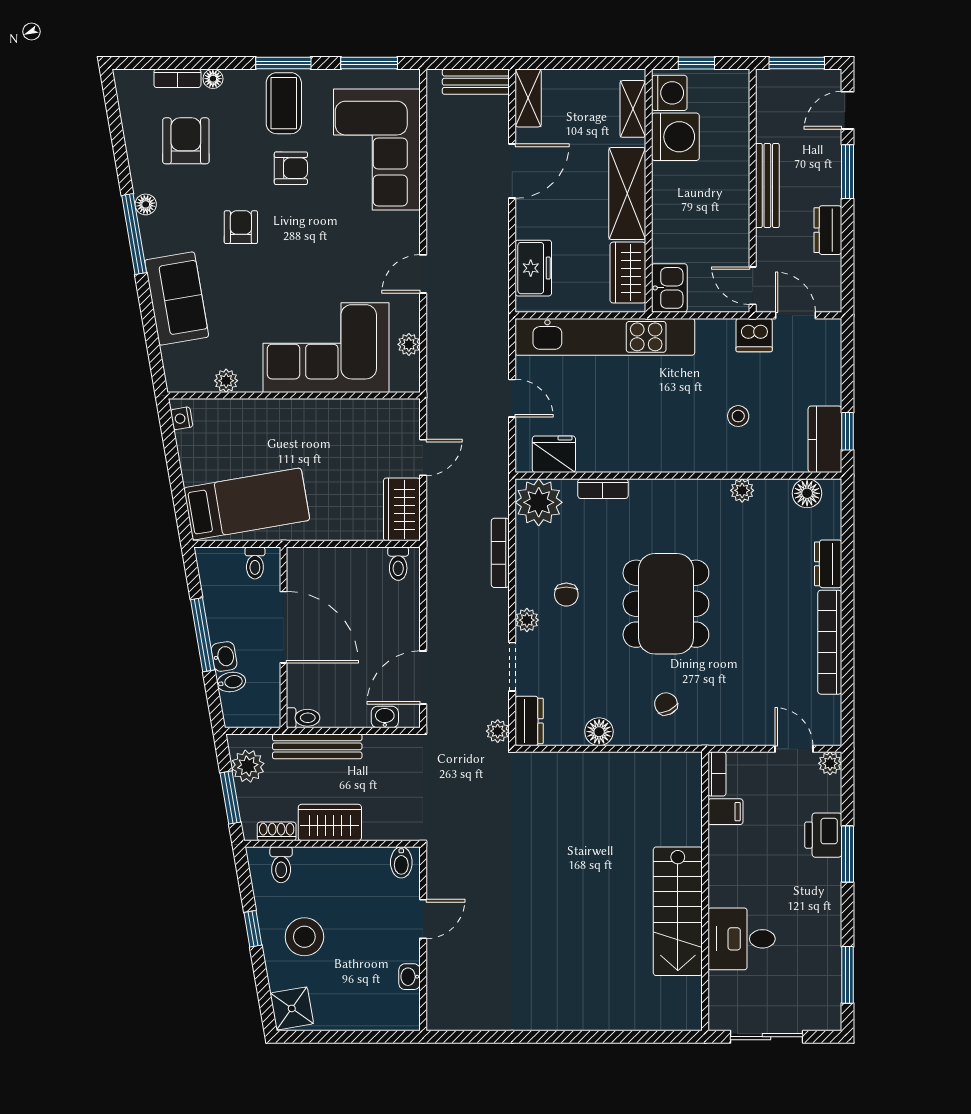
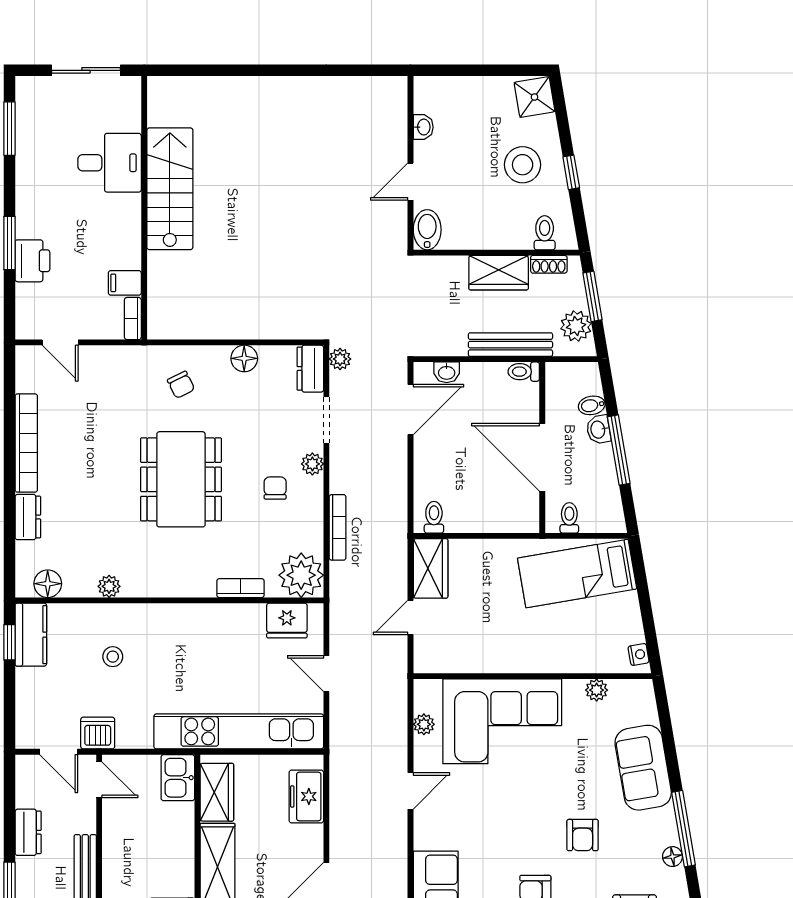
plant: (830, 763) -> (26, 329), removed
bidet: (401, 862) -> (427, 230), width x1.38, depth x1.36

